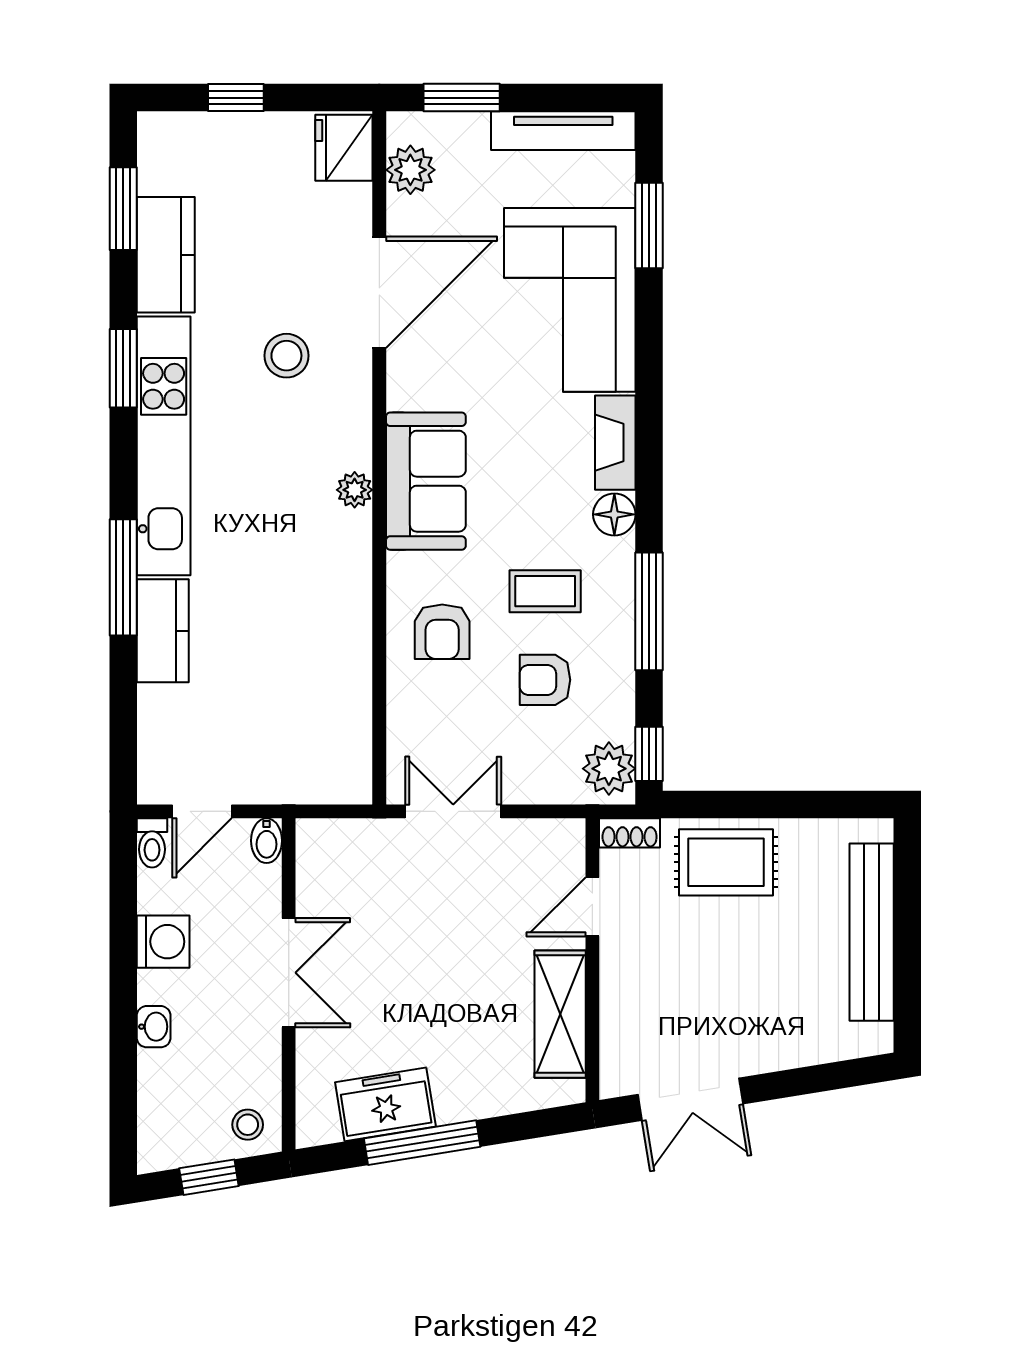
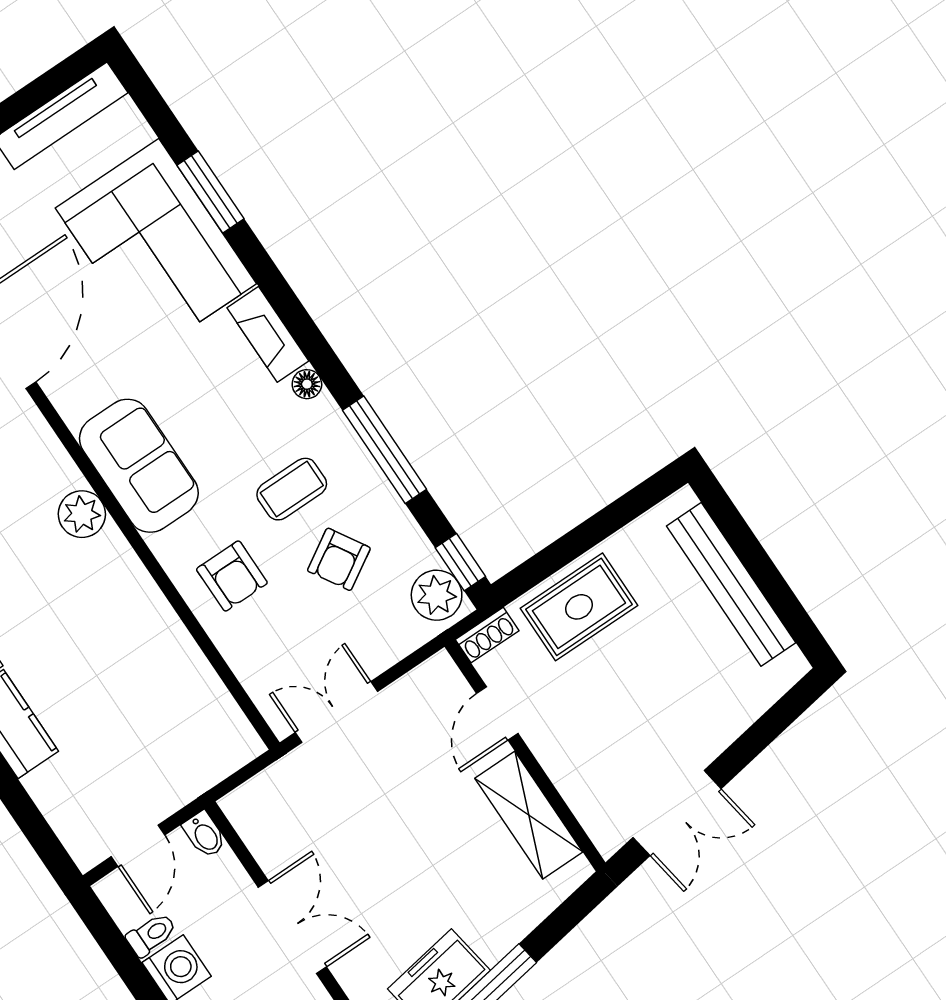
window: (649, 225) -> (211, 192), moved
plant: (355, 490) -> (82, 514), width x1.38, depth x1.38
floor lamp: (614, 514) -> (307, 384), width x0.73, depth x0.73
armchair: (545, 680) -> (339, 559), turned -31
toilet: (152, 843) -> (151, 935), moved, turned -90

